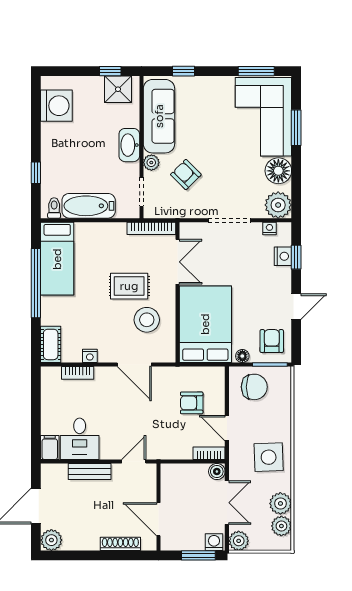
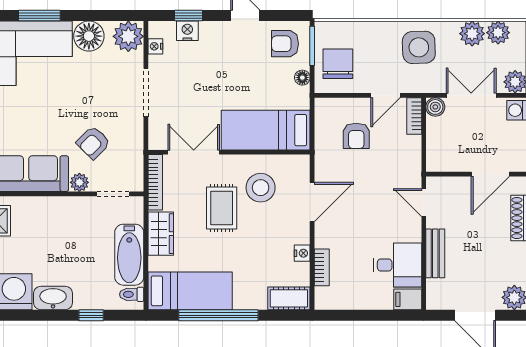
washbasin: (129, 145) -> (53, 298), moved, turned 180
wardrobe: (107, 233) -> (161, 234), added
bed: (205, 324) -> (266, 130), width x0.67

